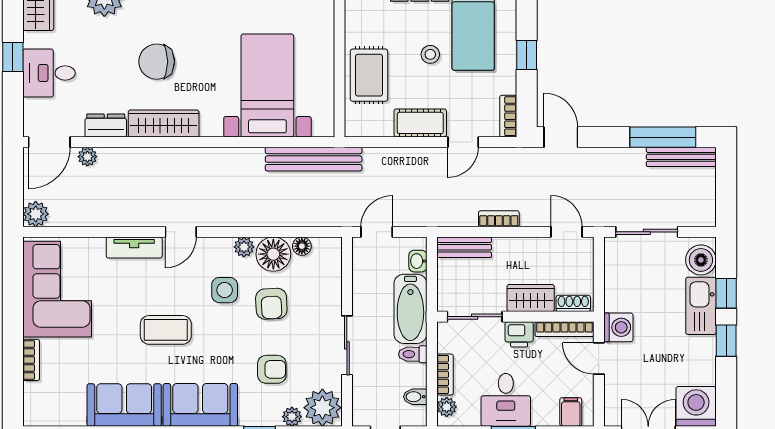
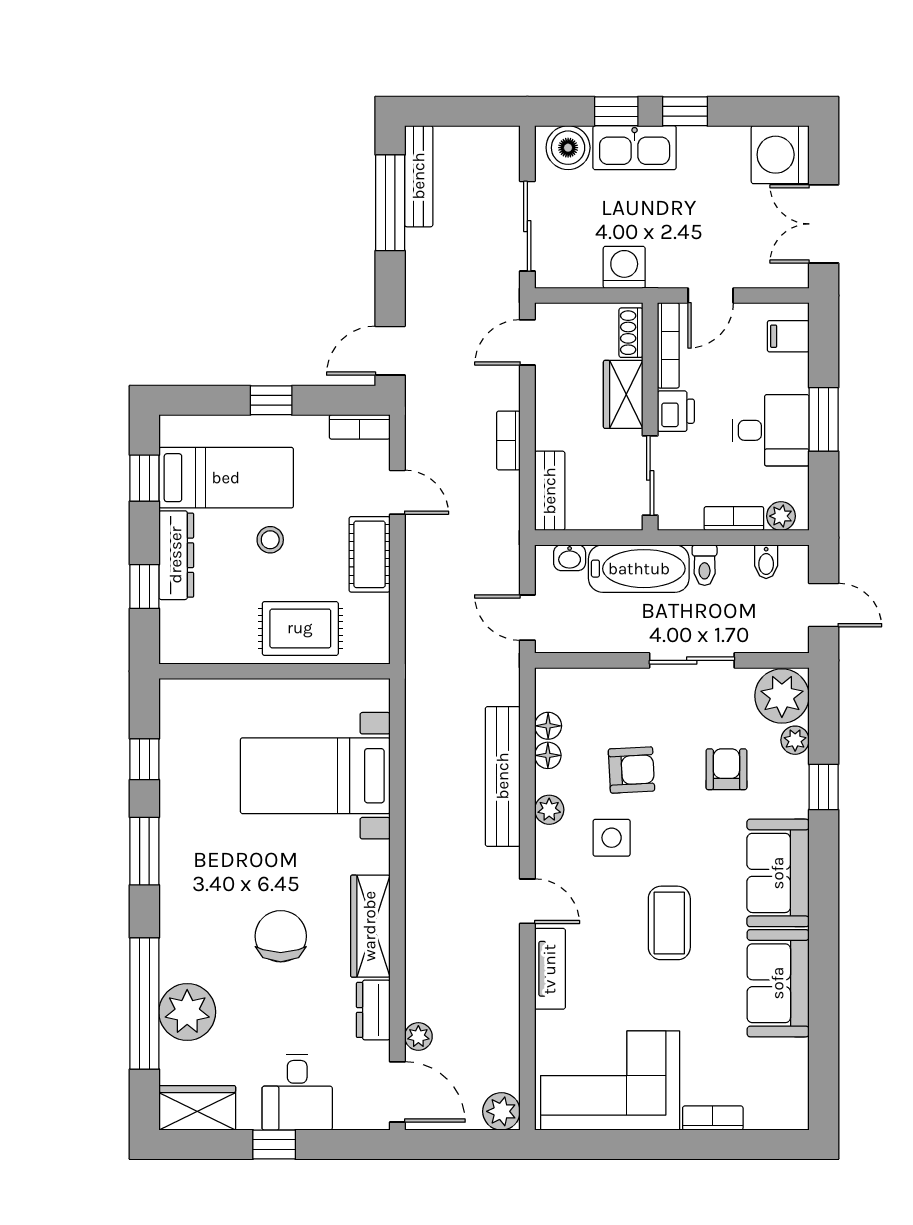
chair: (157, 62) -> (281, 936), turned 180
bench: (314, 159) -> (503, 776), moved
floor lamp: (273, 254) -> (548, 755), width x0.53, depth x0.53
washing machine: (618, 327) -> (624, 267), moved

